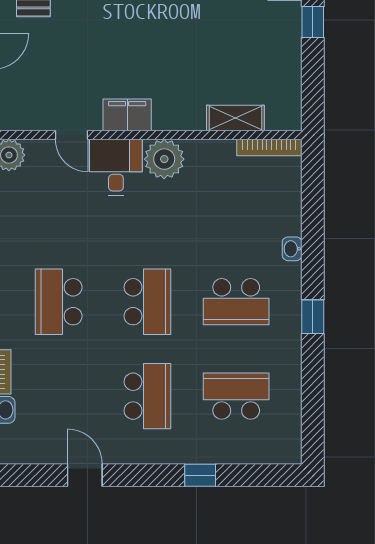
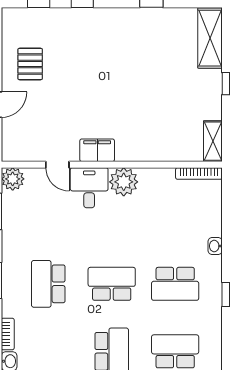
shelving: (235, 118) -> (213, 141), moved, turned 90
school desk: (147, 302) -> (112, 284), turned -90

